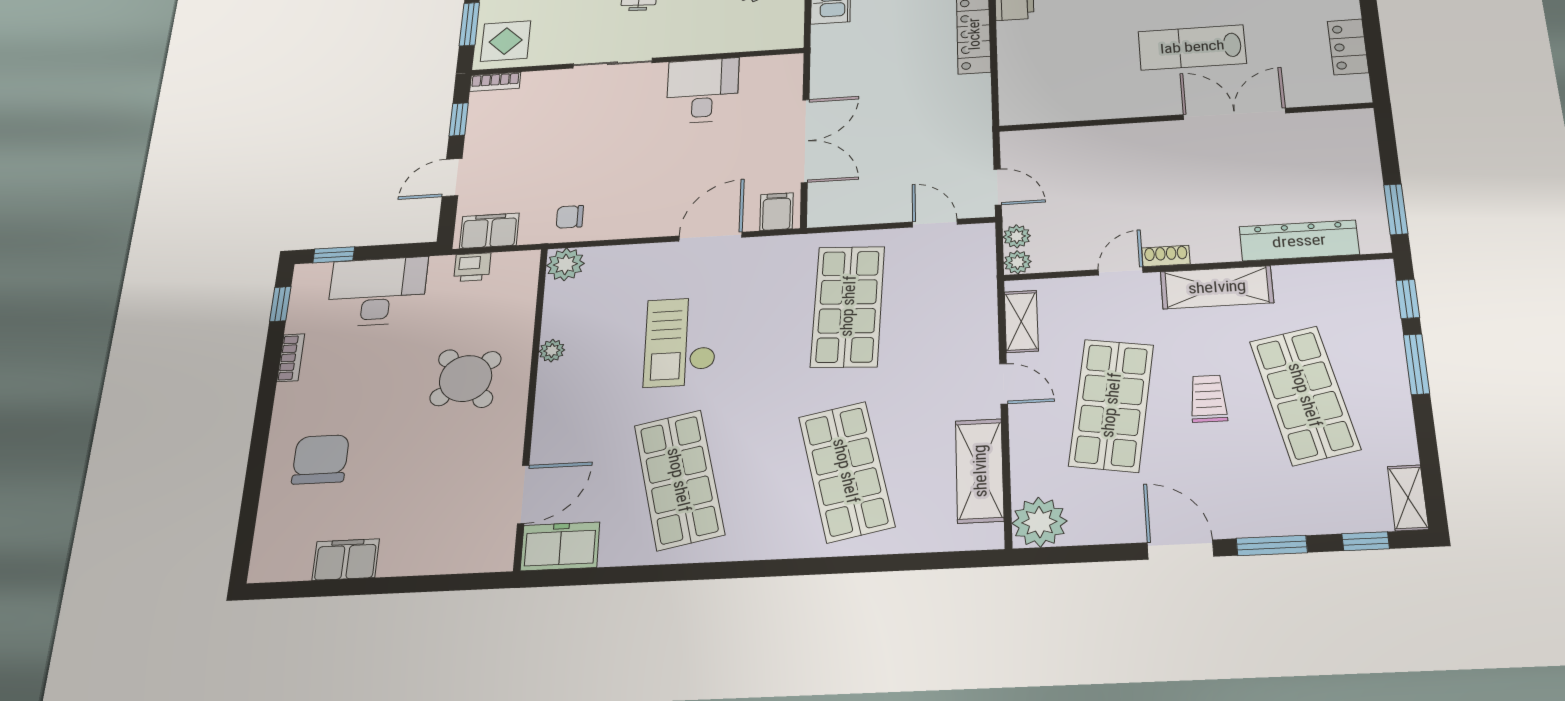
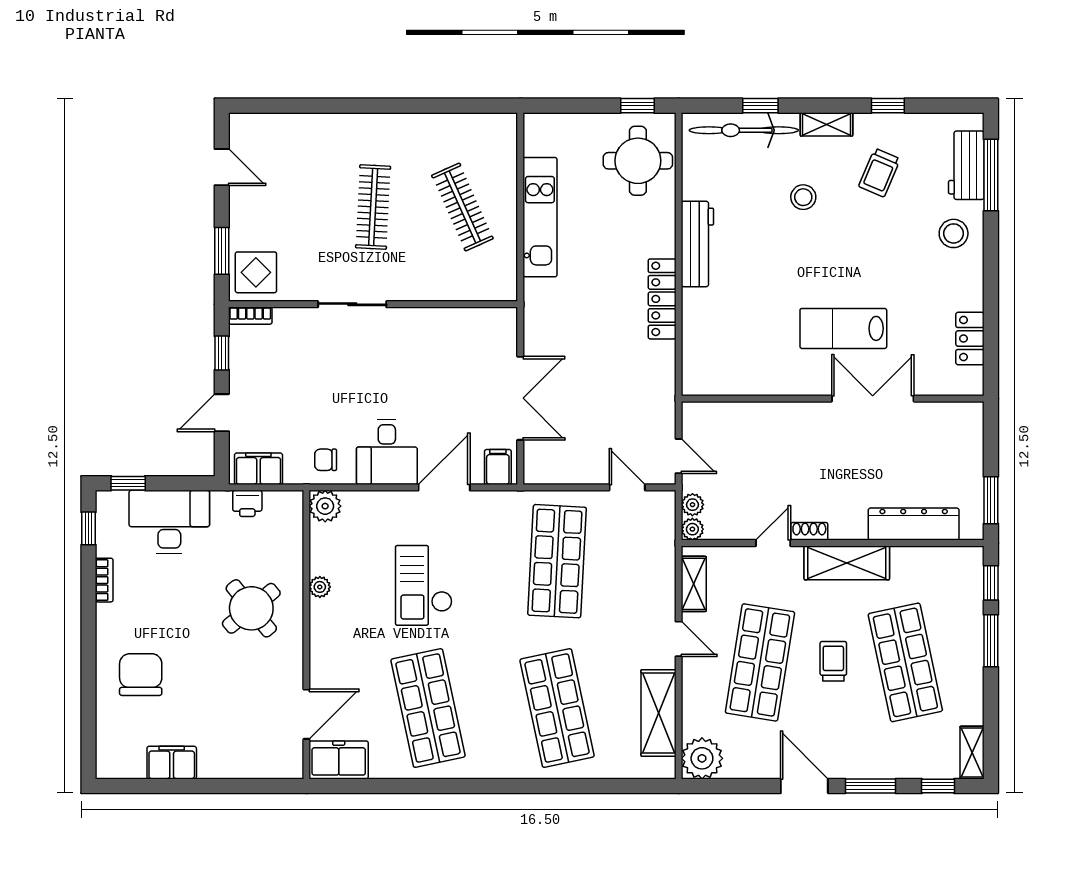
desk: (703, 91) -> (387, 452), moved, turned 180

